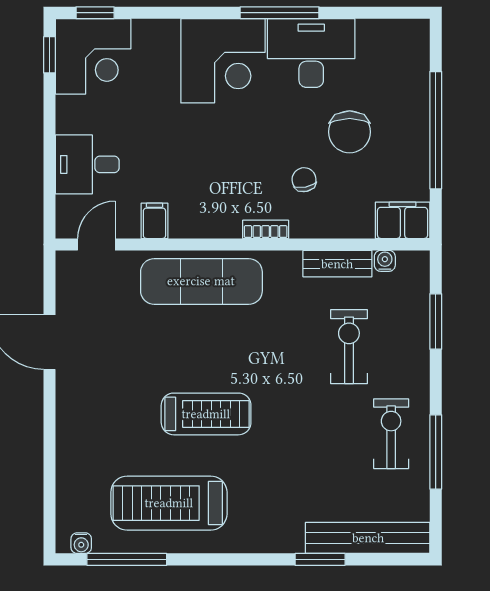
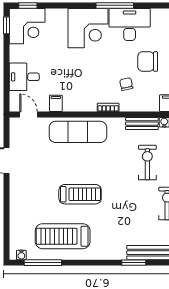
chair: (350, 132) -> (148, 62), turned 90
door: (96, 244) -> (29, 115), hinge flipped

